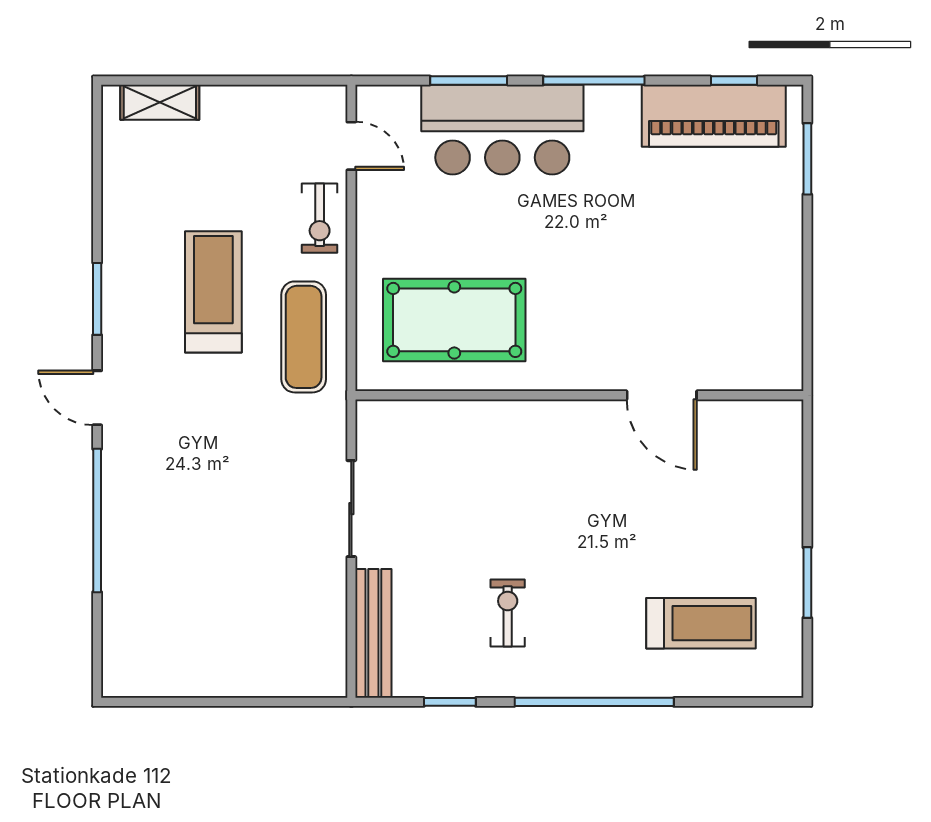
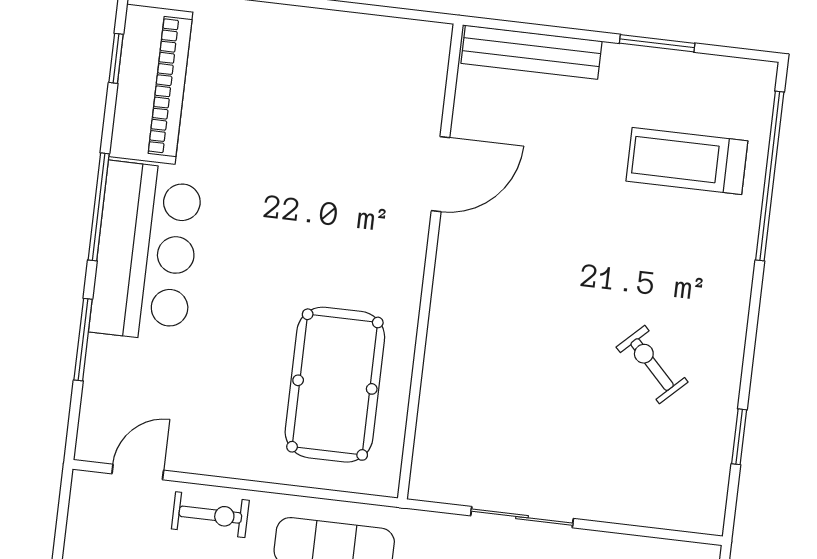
bar counter: (502, 130) -> (146, 252), moved
exercise bike: (508, 613) -> (652, 365), turned 46
treadmill: (701, 623) -> (687, 161), turned -90
bench: (373, 633) -> (532, 52), moved
window: (594, 702) -> (770, 176), moved

